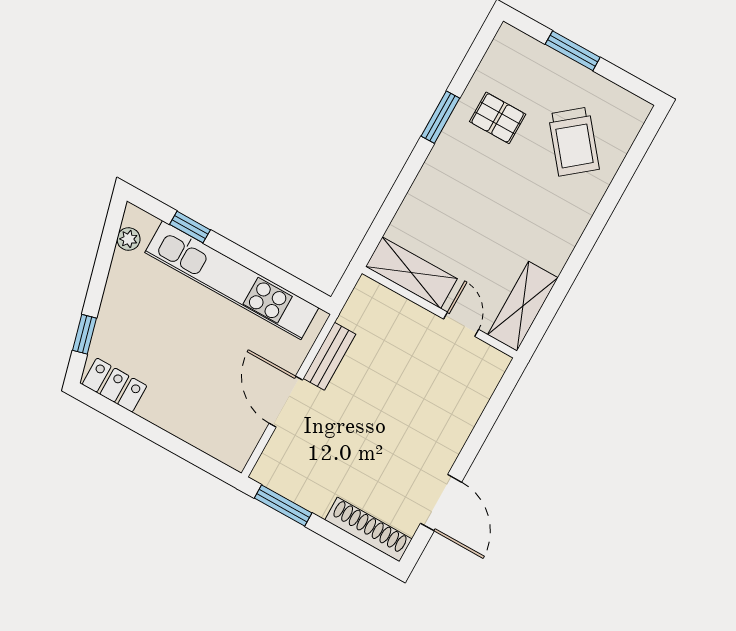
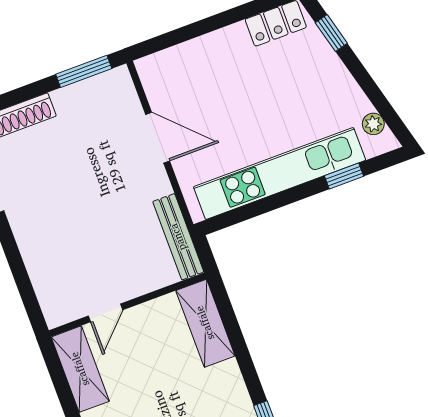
shelving: (411, 273) -> (205, 323), moved, turned 90
door: (461, 324) -> (105, 313), hinge flipped
bench: (329, 356) -> (178, 237), moved, width x1.36

